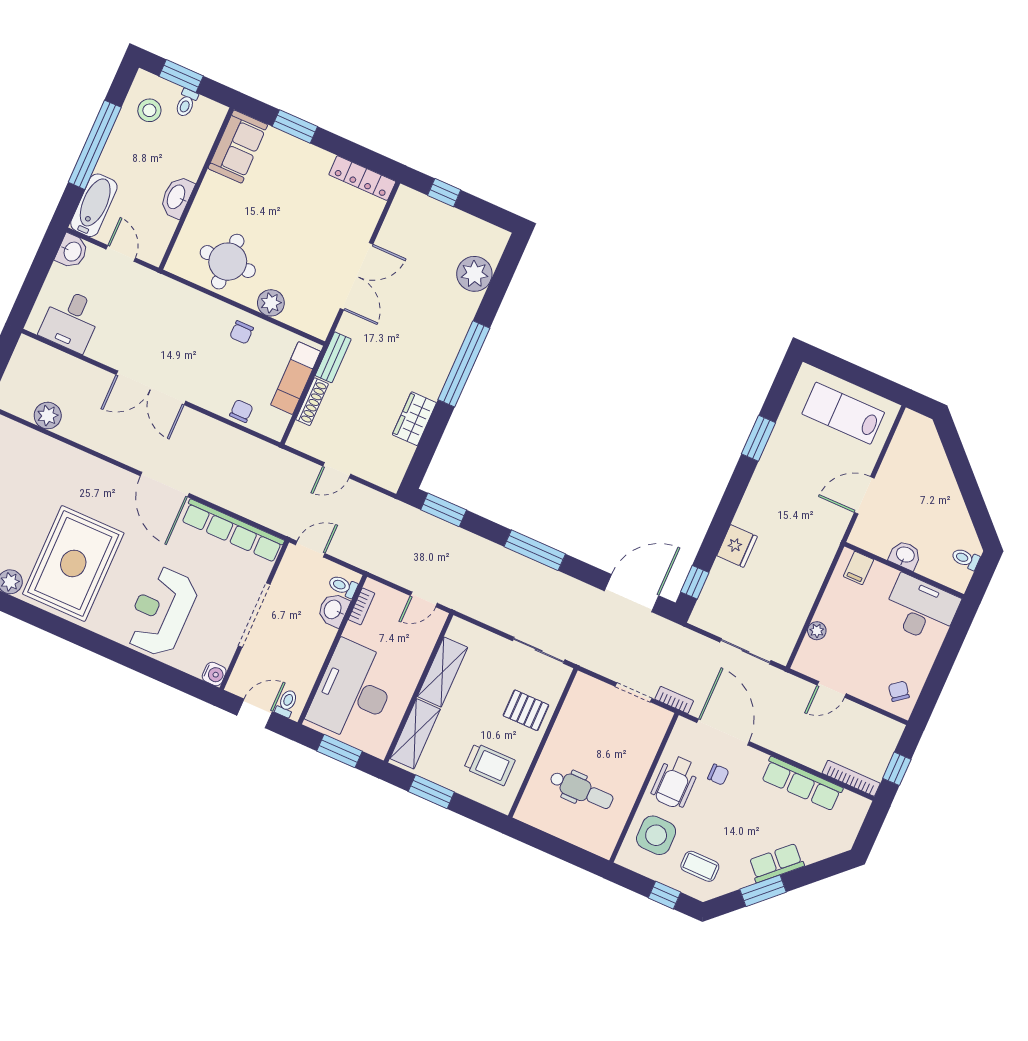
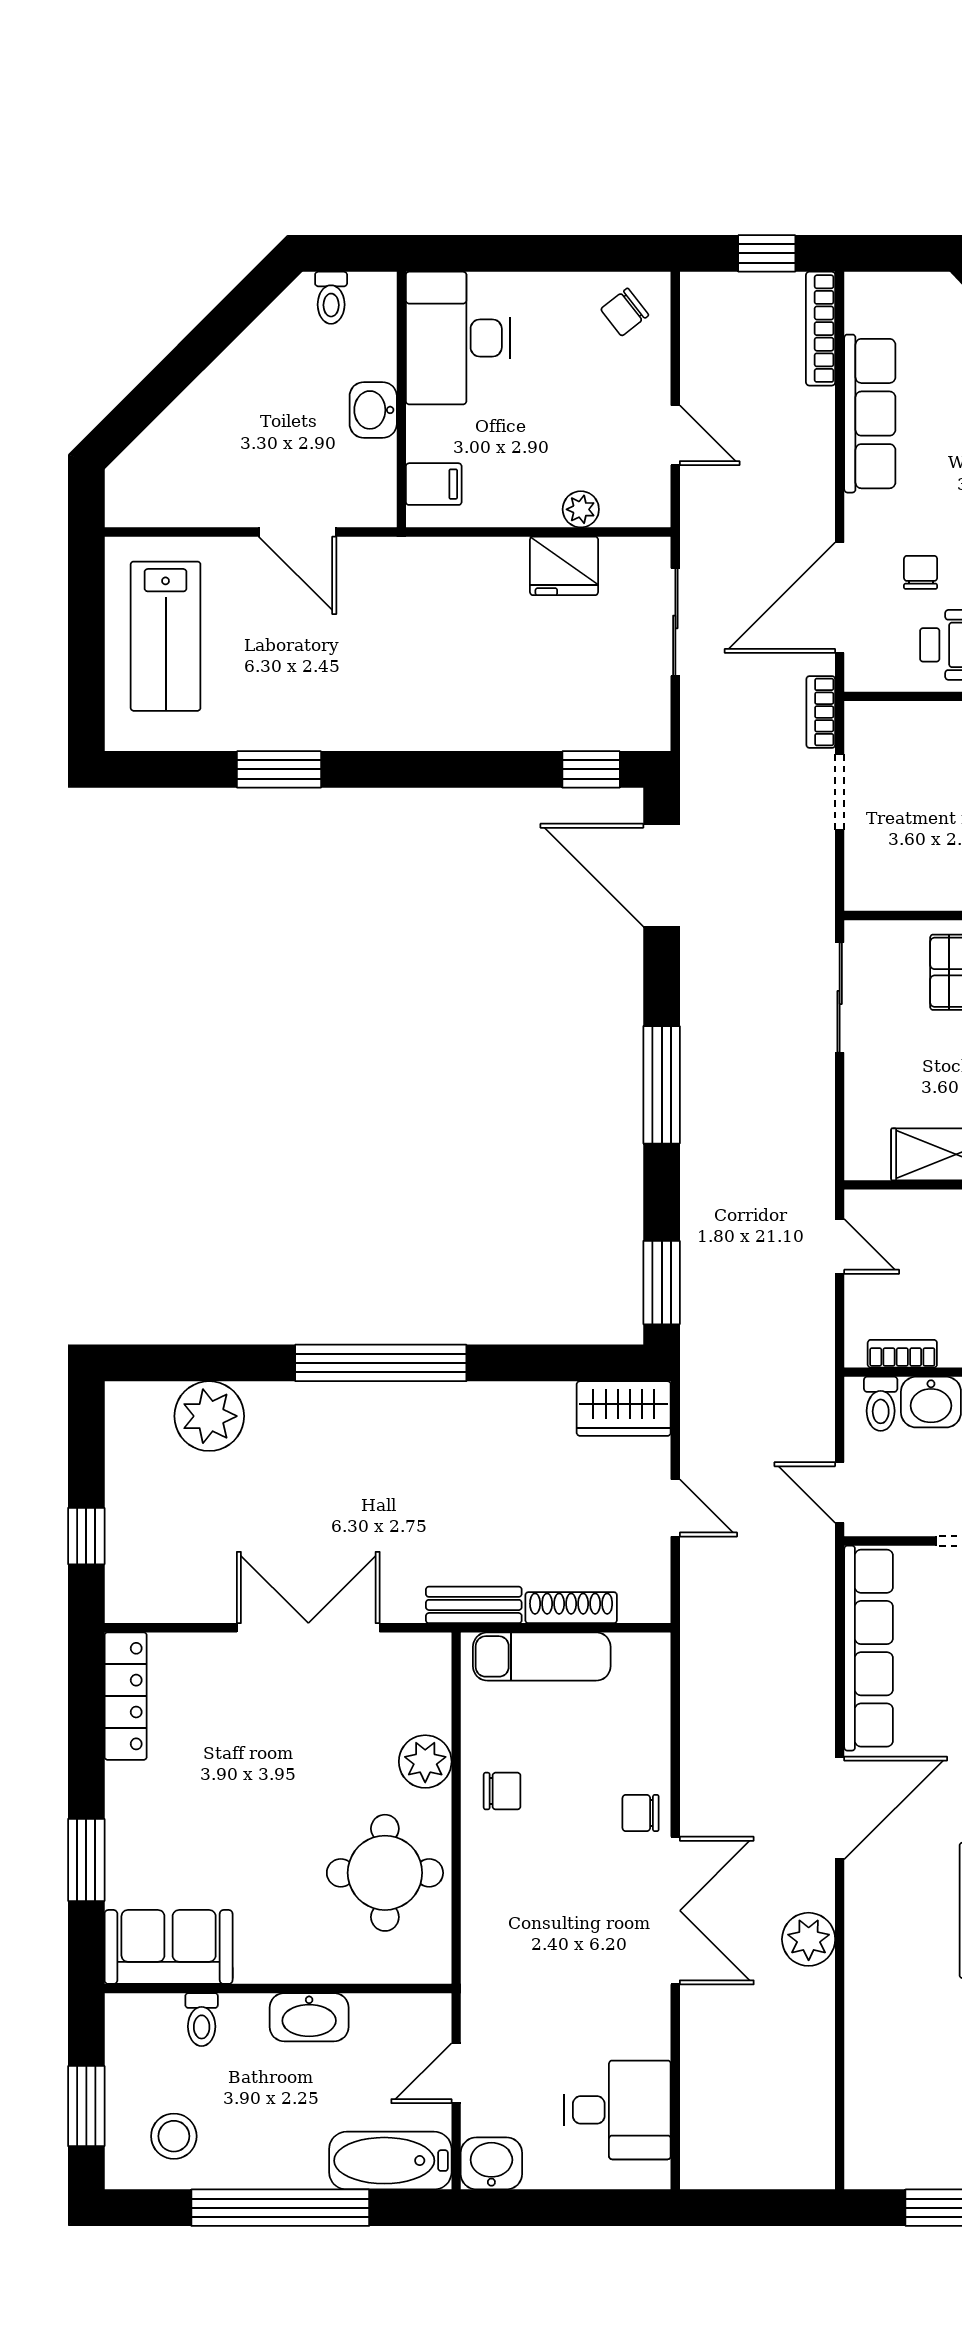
toilet: (186, 103) -> (202, 2020), moved, turned 90
chair: (241, 411) -> (641, 1813), moved
plant: (48, 416) -> (809, 1939), moved
wardrobe: (414, 419) -> (624, 1409), moved
fridge: (737, 546) -> (564, 566), moved, turned 180

